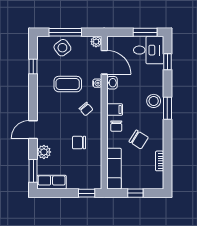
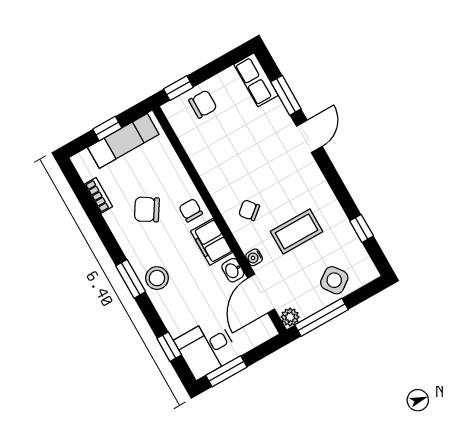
window: (65, 32) -> (322, 317), moved
door: (104, 62) -> (261, 294), hinge flipped
filing cabinet: (115, 110) -> (212, 242), width x2.00
chair: (79, 143) -> (203, 104), moved
plant: (44, 152) -> (275, 113), removed
exam couch: (114, 169) -> (123, 141), moved, turned -90
window: (33, 171) -> (286, 95), moved
row of seats: (52, 182) -> (256, 80), moved, turned 90

